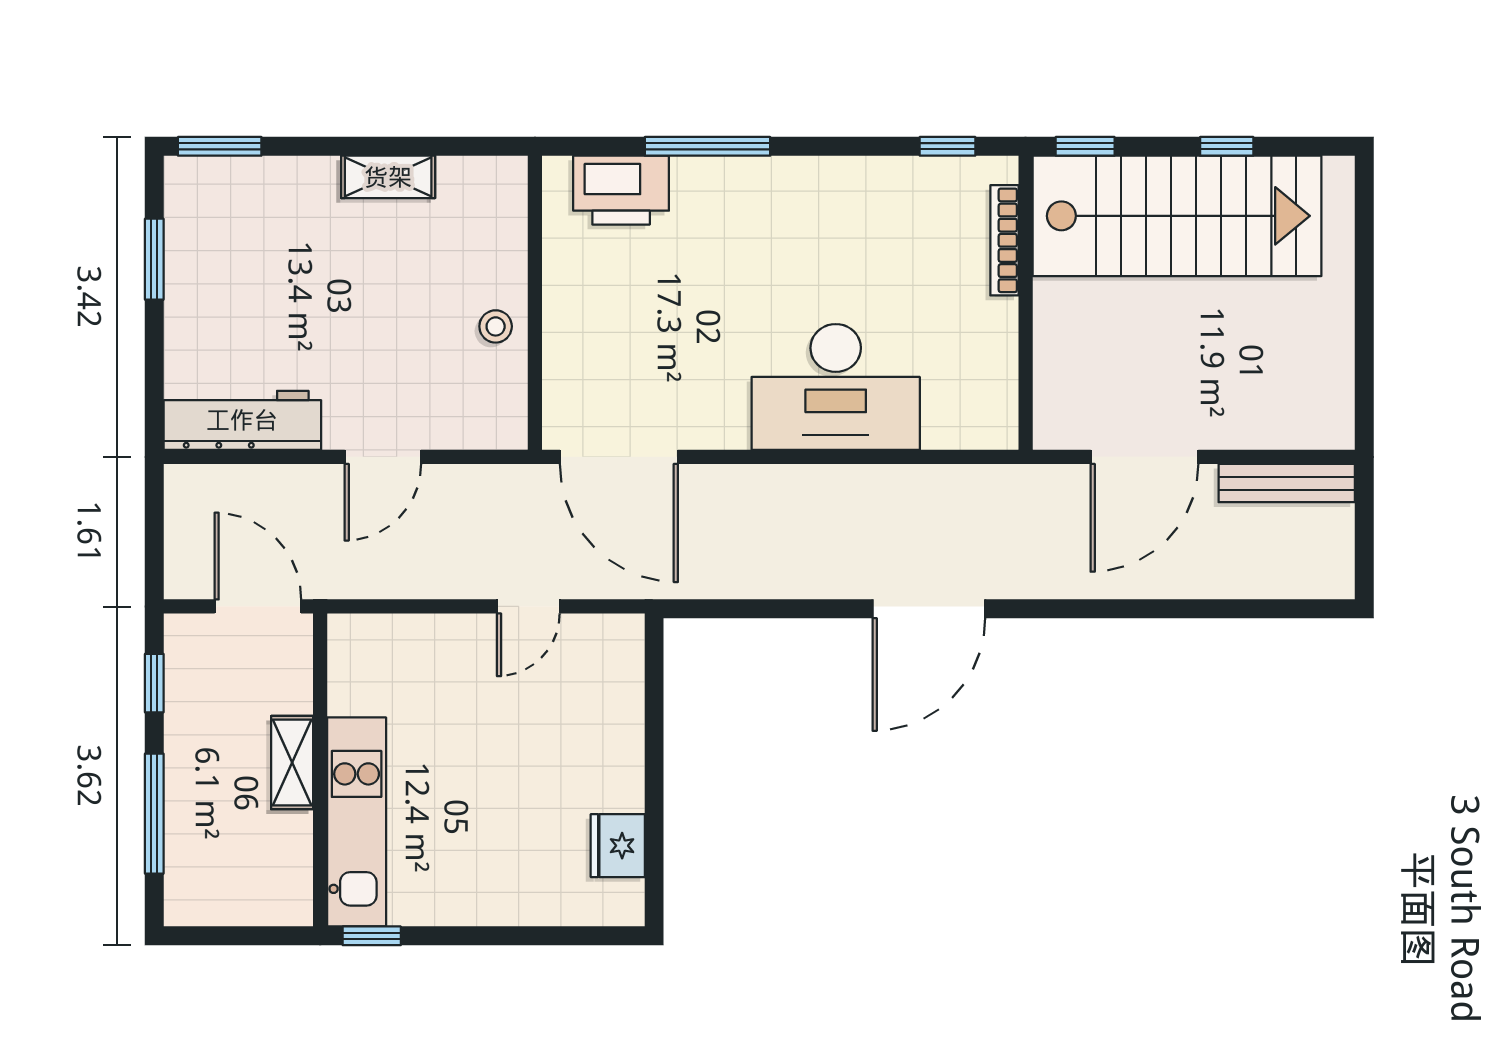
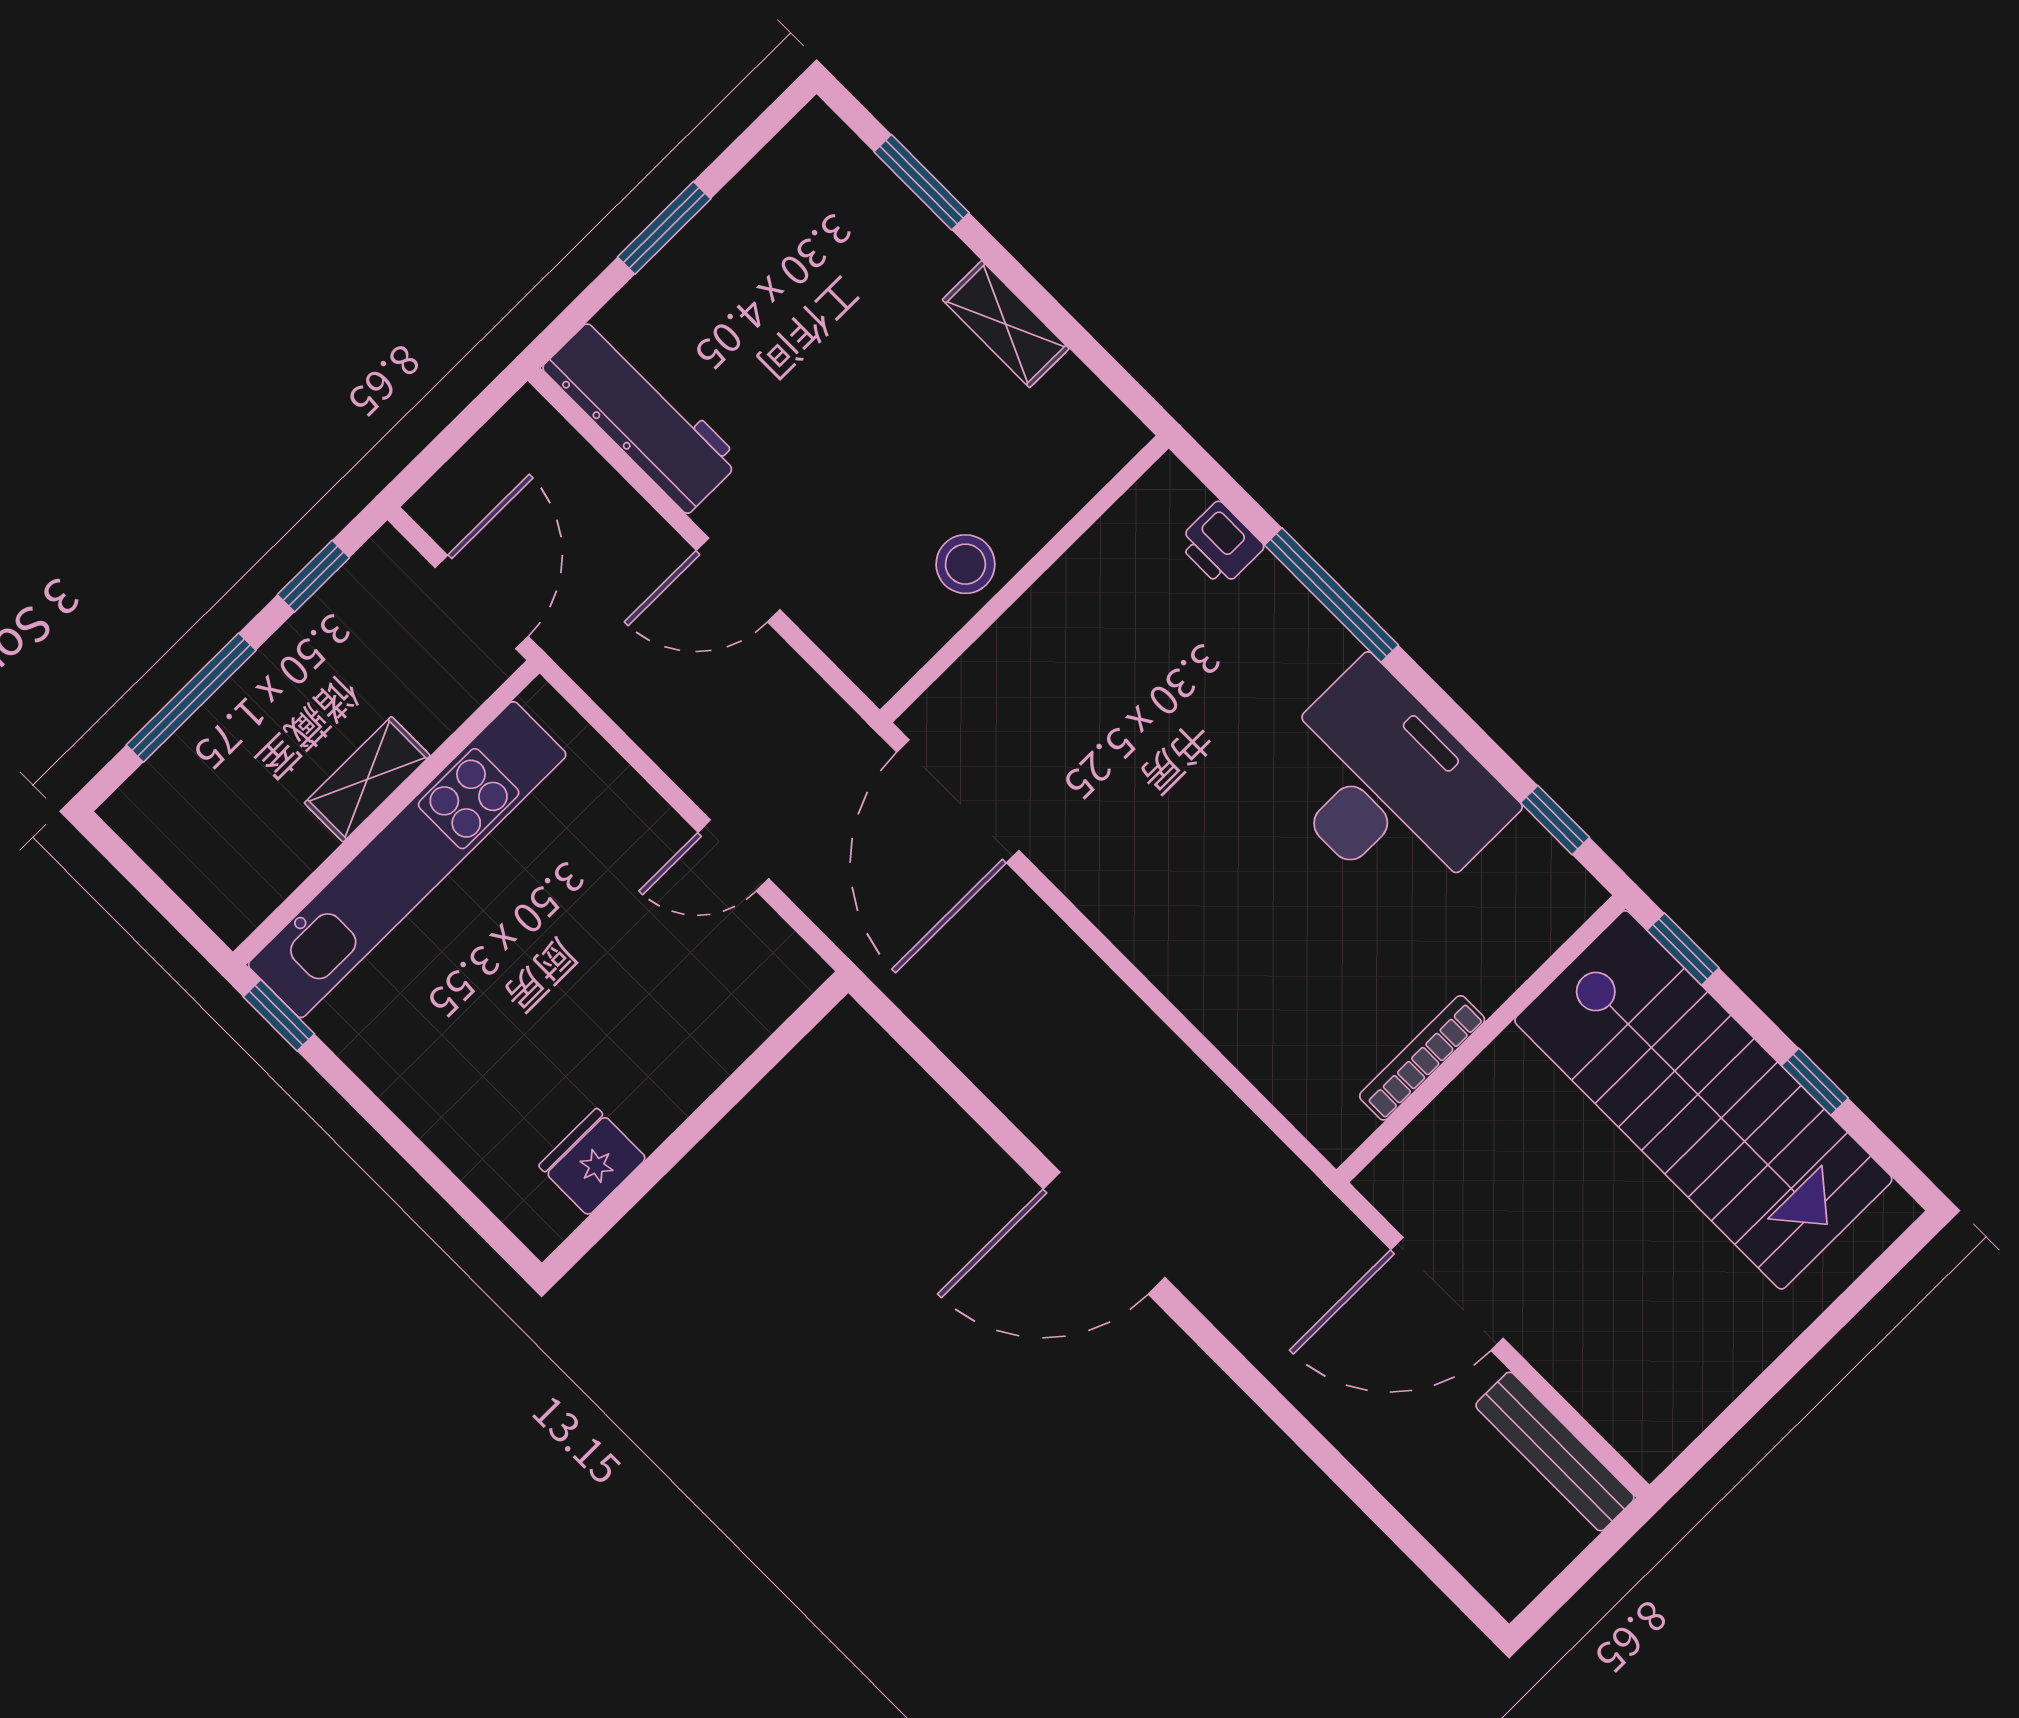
window: (220, 146) -> (922, 182), moved
printer: (621, 190) -> (1221, 544), width x0.53, depth x0.68
bookcase: (1004, 240) -> (1422, 1058), moved
window: (154, 259) -> (664, 228), moved
stool: (496, 326) -> (965, 564), width x1.37, depth x1.37
desk: (836, 387) -> (1387, 787), moved, turned 180
kitchen unit: (357, 822) -> (407, 860), width x1.36

